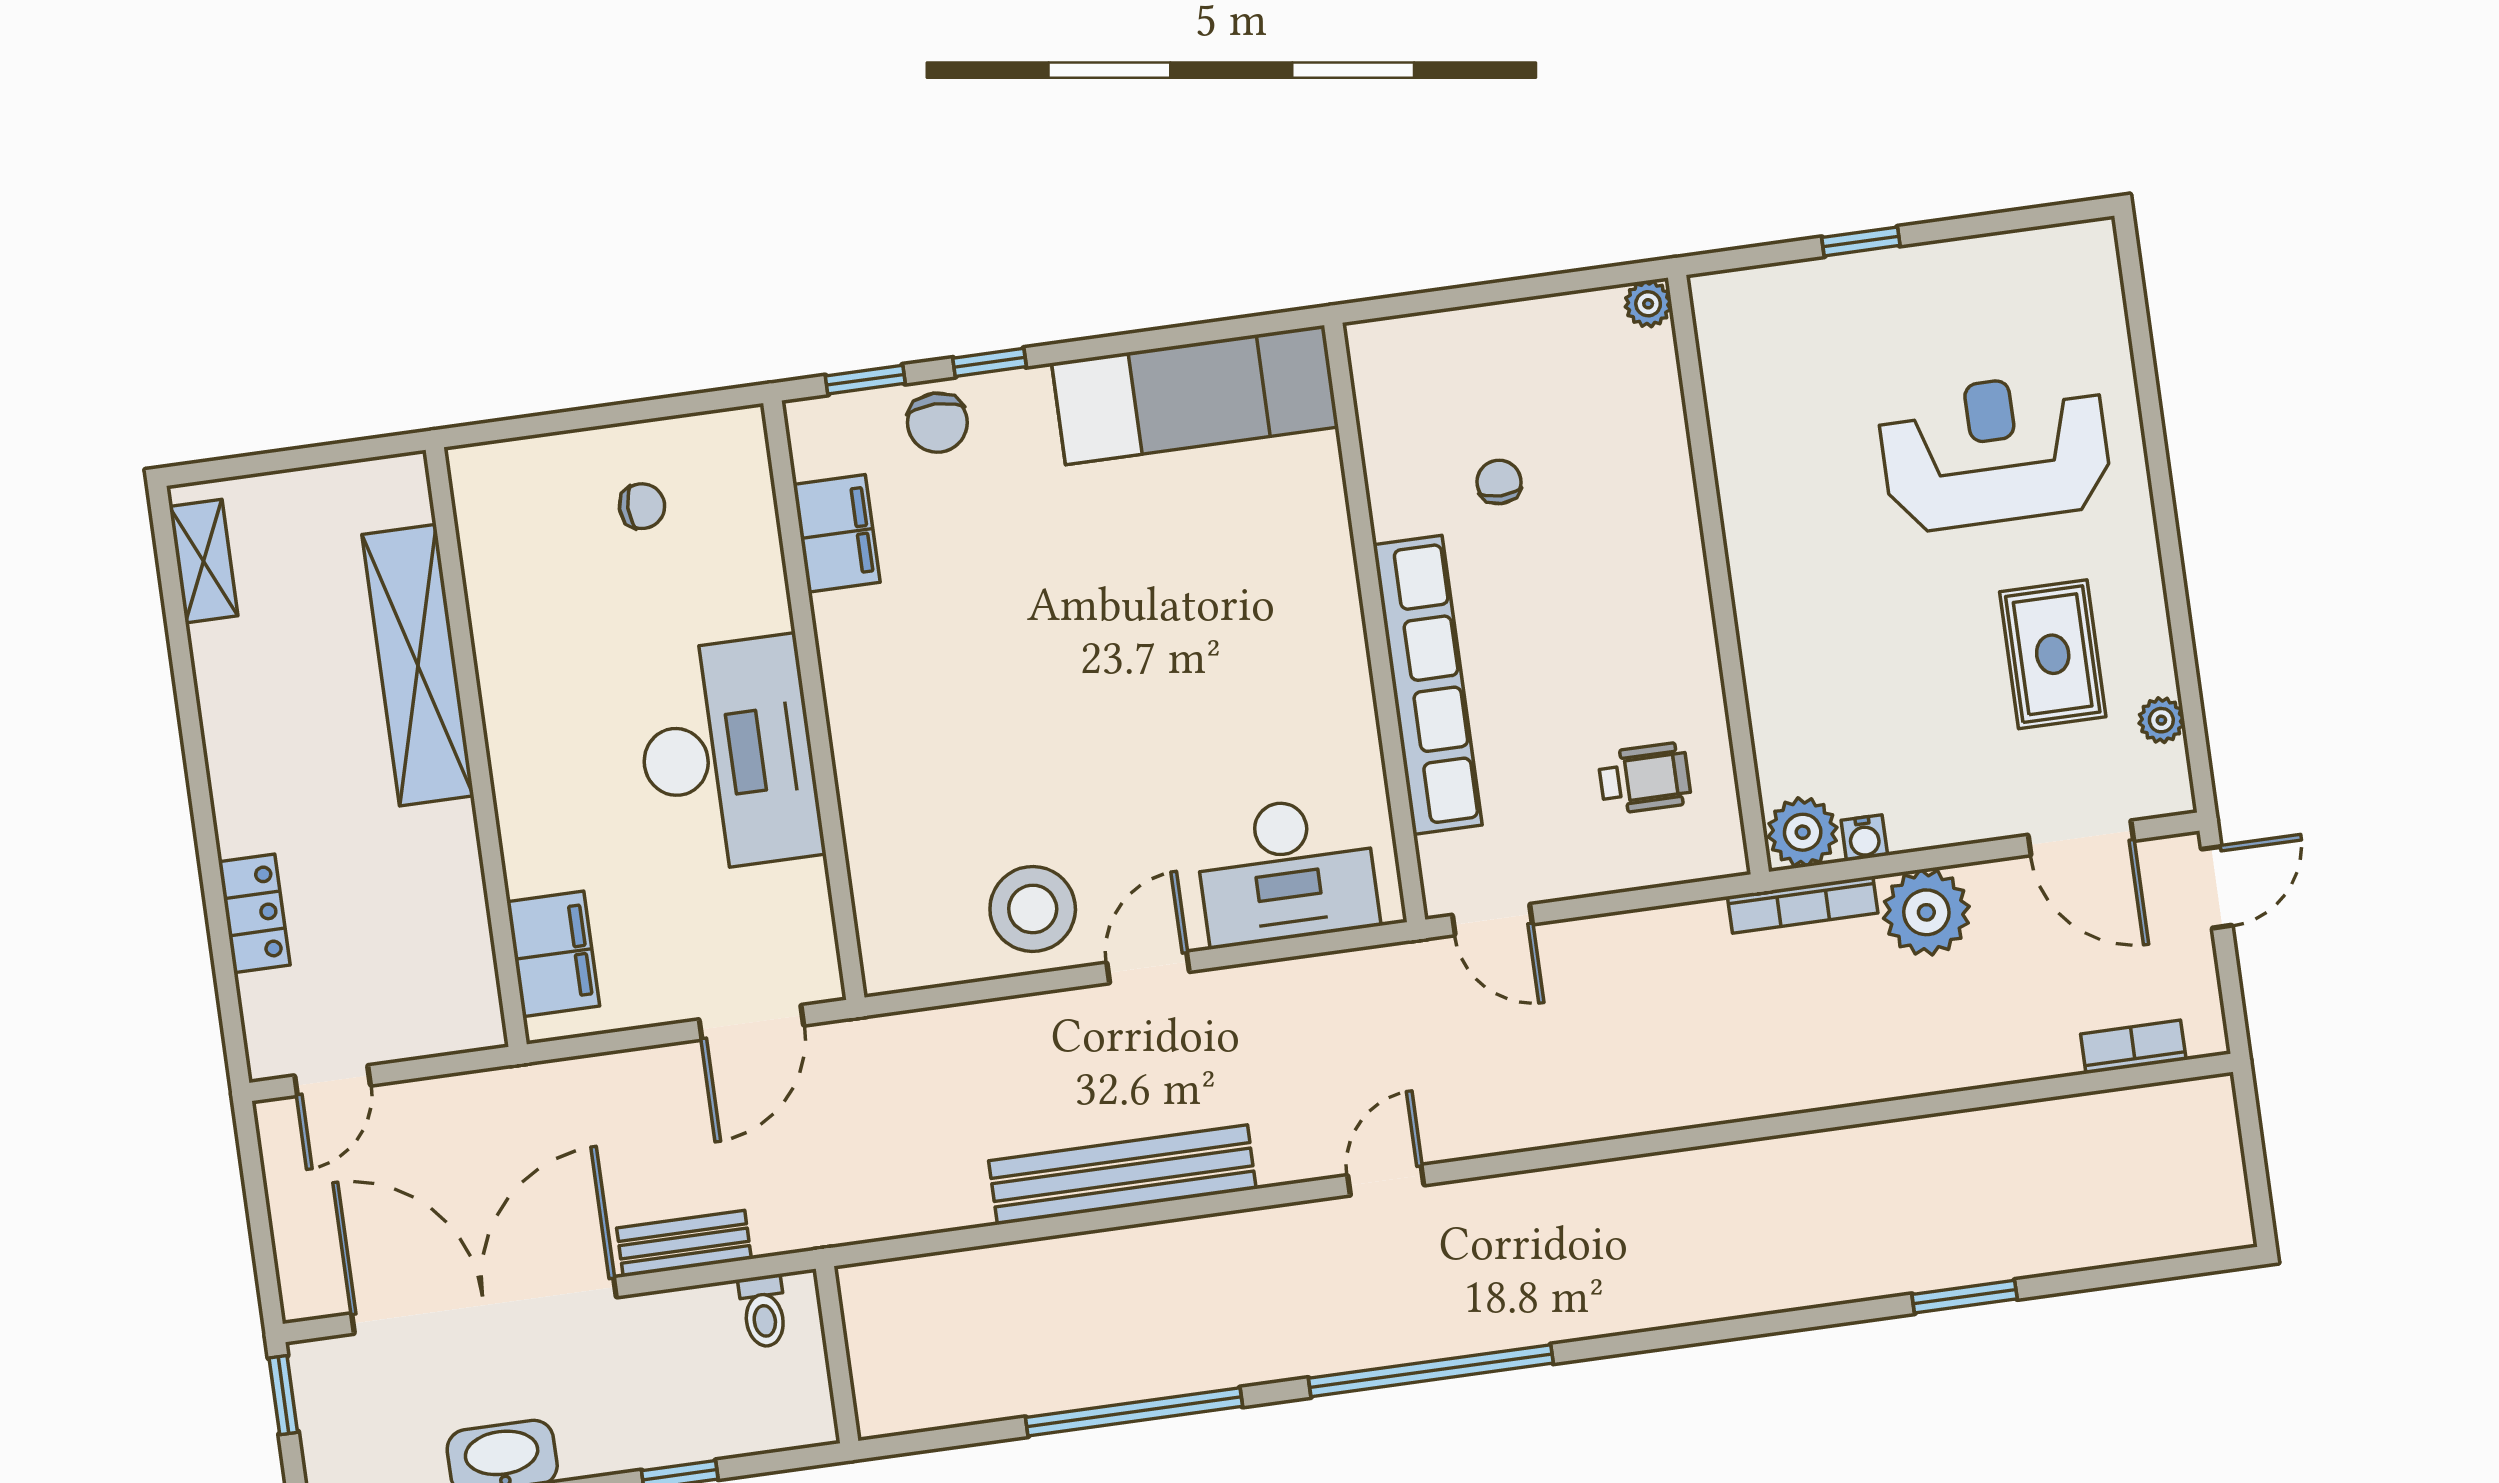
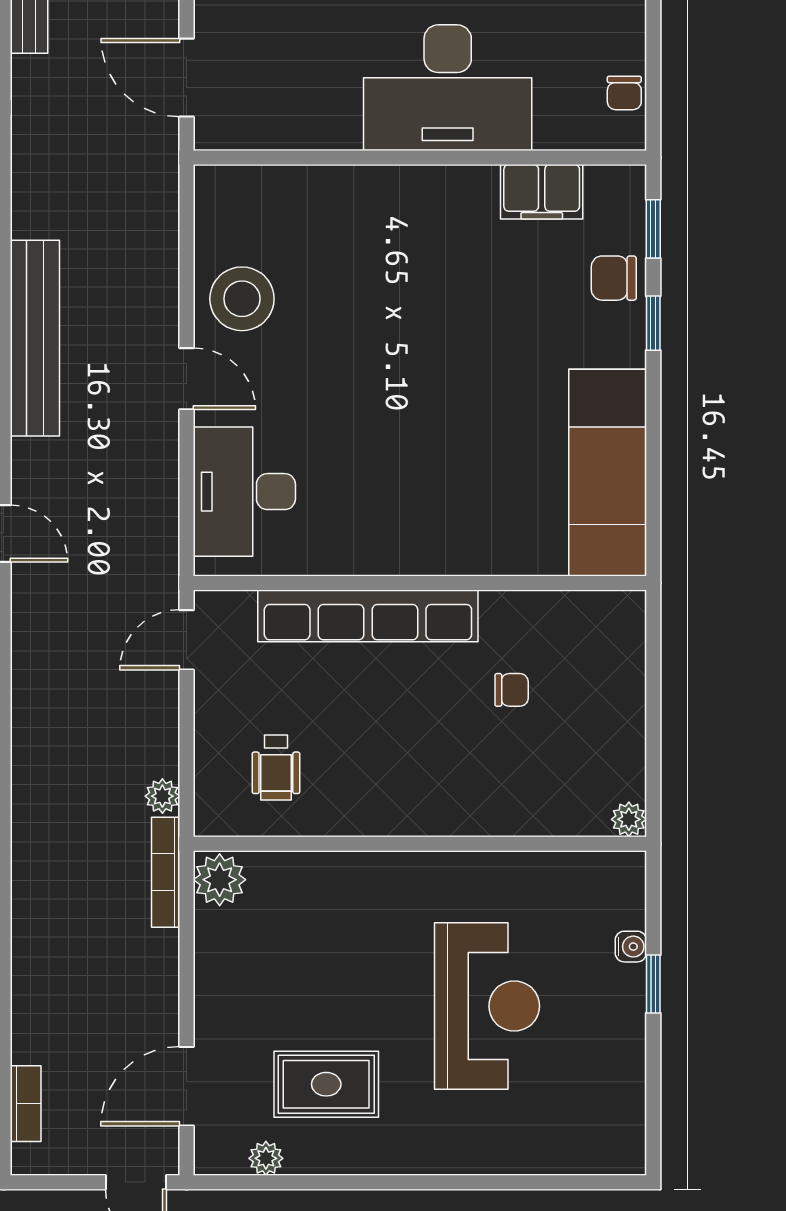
reception desk: (1995, 451) -> (487, 1006), moved
chair: (642, 506) -> (624, 93), moved
desk: (728, 755) -> (448, 88), moved
water cooler: (1864, 838) -> (631, 947), moved, turned 180
plant: (1926, 912) -> (162, 796), moved, width x0.53, depth x0.53

